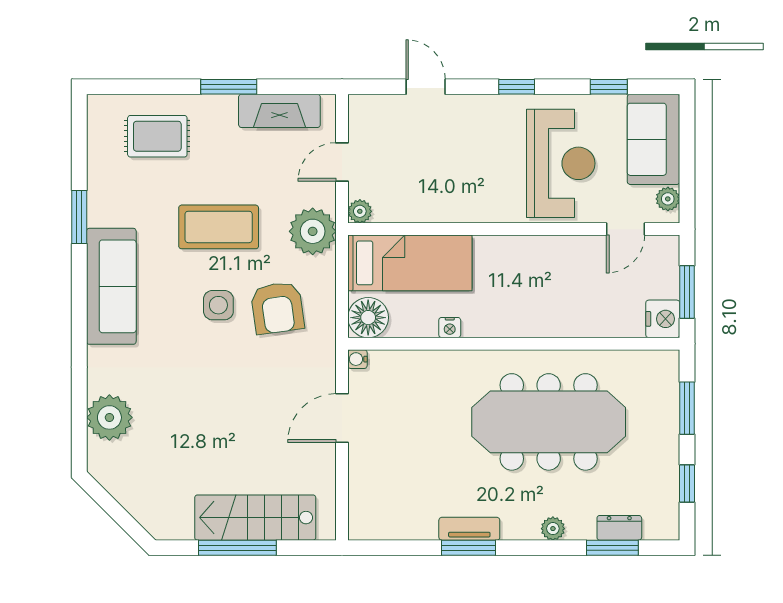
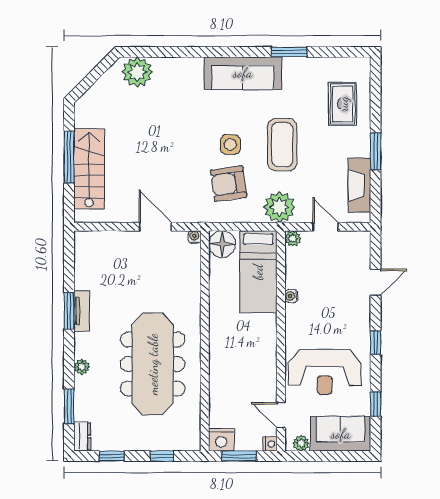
water cooler: (446, 213) -> (291, 296), added
nightstand: (450, 328) -> (270, 444), moved, turned 180
window: (687, 408) -> (162, 456), width x0.67
plant: (109, 417) -> (137, 72), moved
dresser: (619, 528) -> (82, 436), moved

